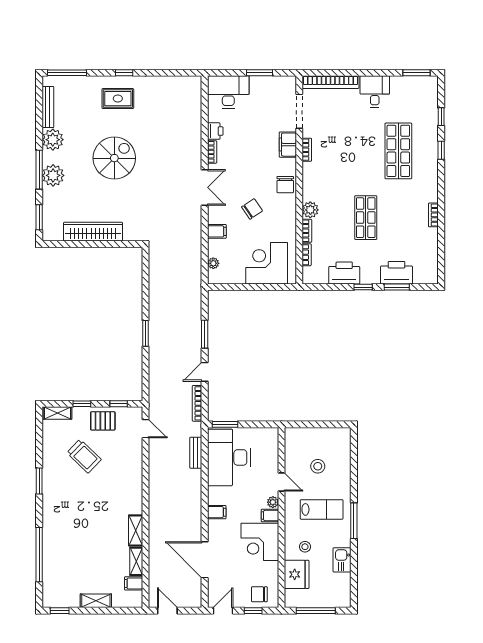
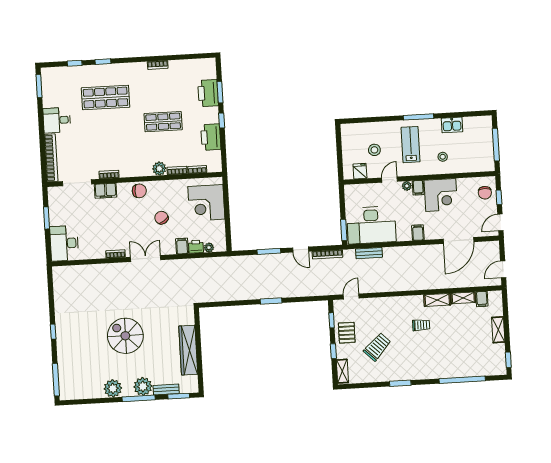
rug: (118, 99) -> (75, 336), removed
bench: (48, 107) -> (166, 389), moved, width x0.73
printer: (215, 131) -> (196, 247), moved
trolley: (107, 510) -> (421, 325), added
fridge: (297, 574) -> (360, 171), moved, width x0.53, depth x0.75
door: (223, 611) -> (500, 222), hinge flipped

